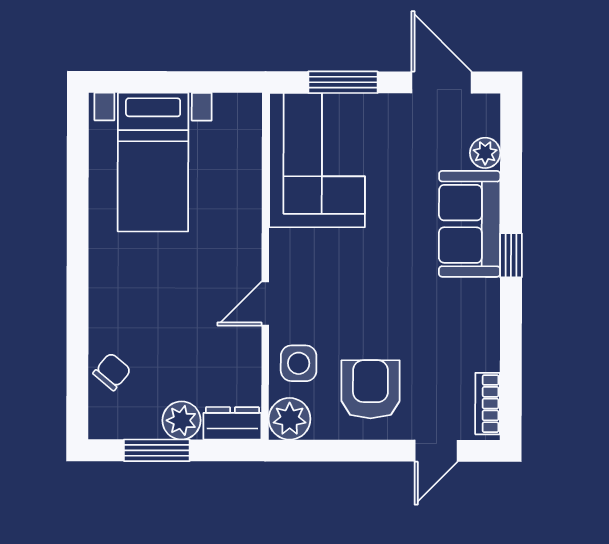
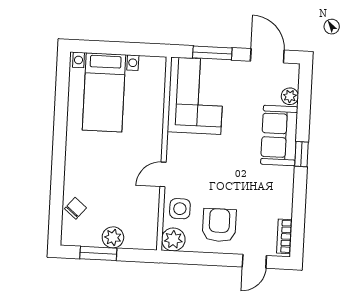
dresser: (232, 423) -> (141, 240), removed

